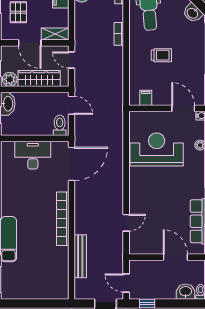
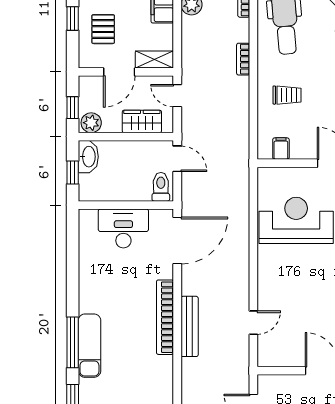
door: (30, 43) -> (119, 72), hinge flipped
trolley: (161, 55) -> (287, 95), moved
wardrobe: (39, 78) -> (142, 121), width x0.67
bench: (80, 256) -> (190, 326), moved

